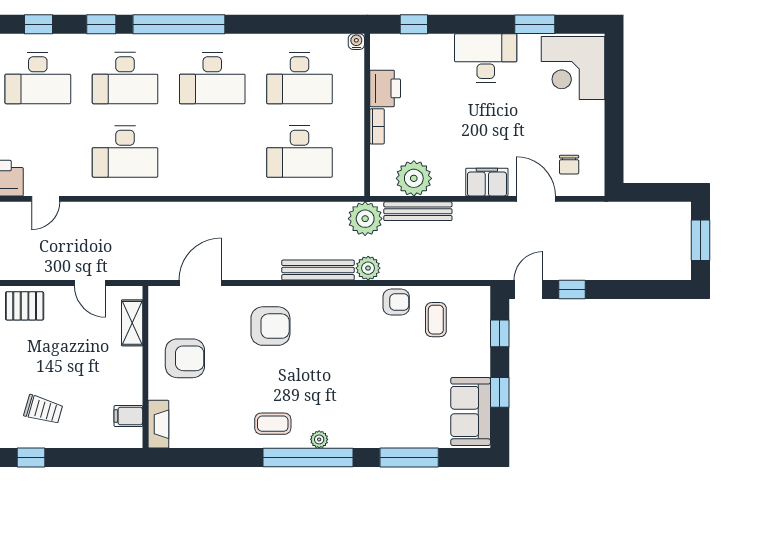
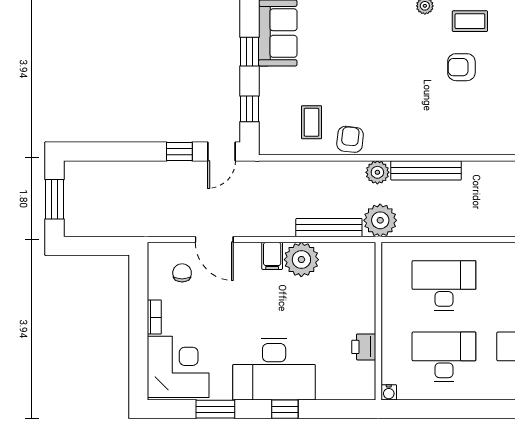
window: (414, 24) -> (285, 409), moved
desk: (486, 58) -> (274, 369), width x1.36, depth x1.30
printer: (385, 88) -> (364, 347), width x0.73, depth x0.81
bookcase: (377, 126) -> (154, 317), moved, turned 180
plant: (414, 178) -> (301, 260), moved
filing cabinet: (487, 182) -> (272, 256), width x0.50
armchair: (396, 302) -> (350, 139), turned 96
armchair: (270, 326) -> (461, 67), moved, width x0.72, depth x0.72

